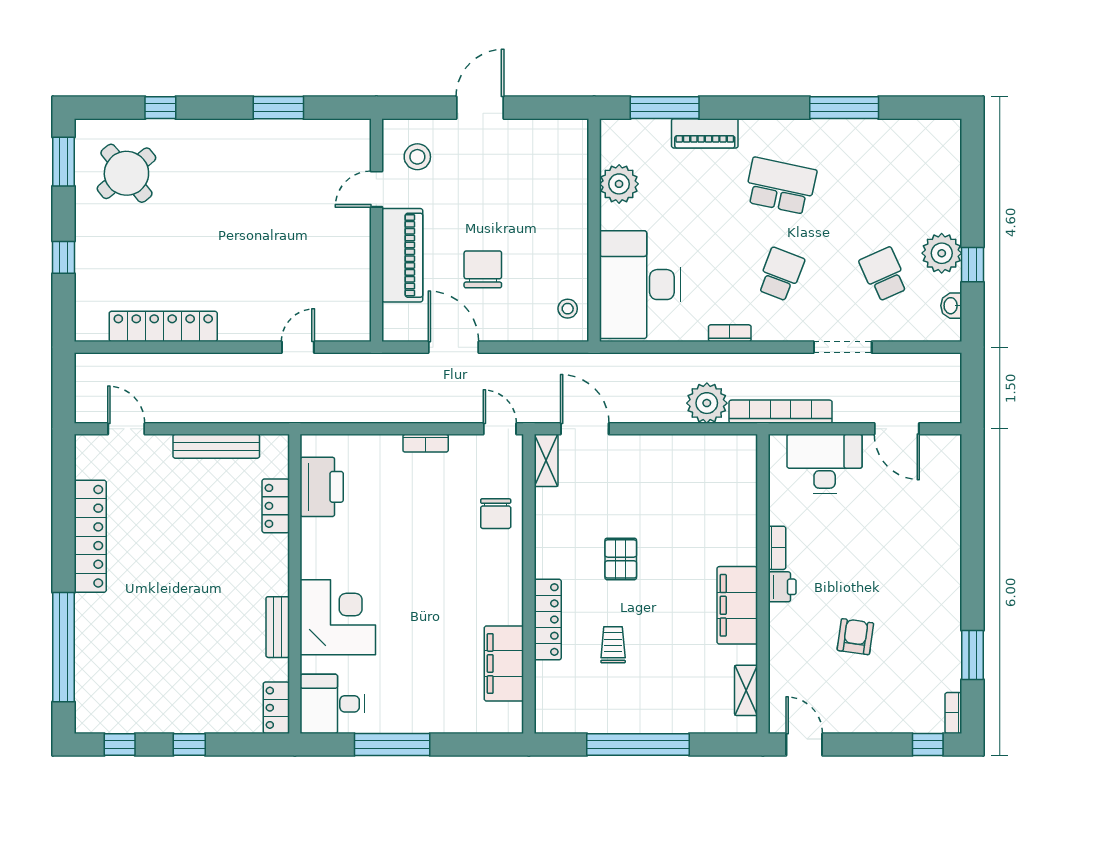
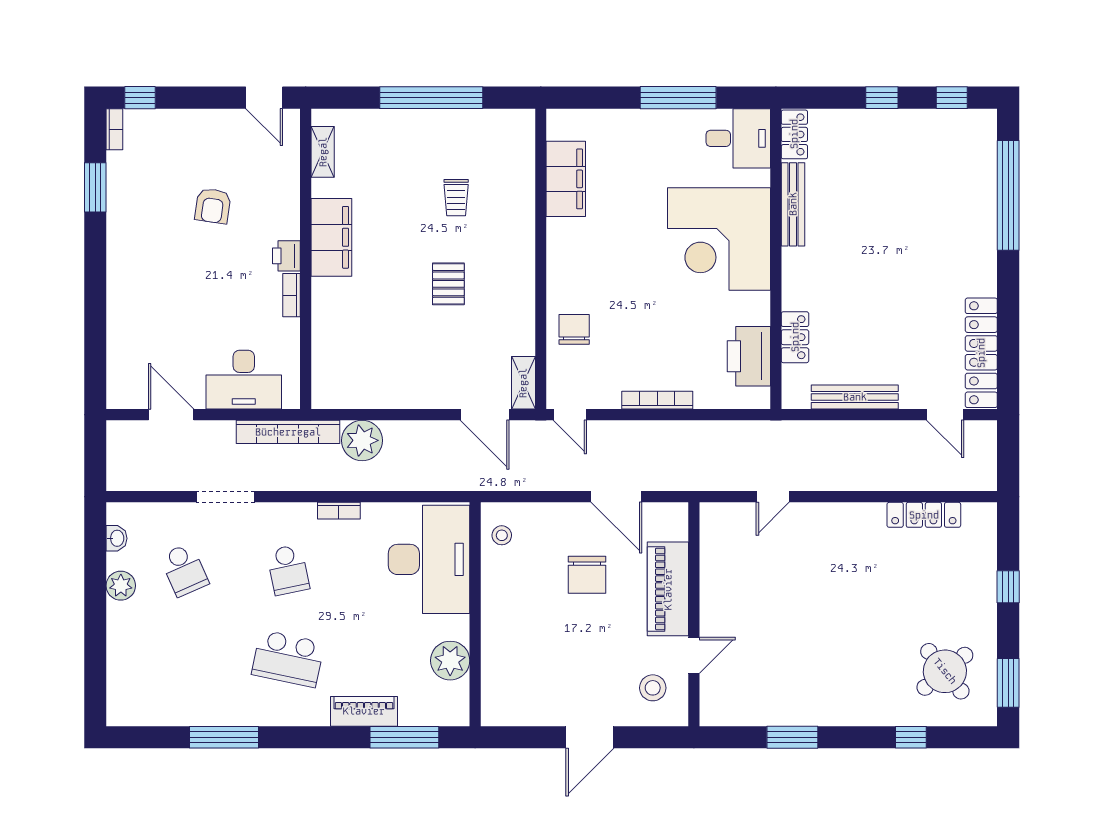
plant: (942, 253) -> (121, 586), width x0.73, depth x0.73
window: (972, 265) -> (95, 579), removed
school desk: (781, 274) -> (288, 570), turned -33
locker: (163, 326) -> (924, 515), width x0.71, depth x0.83
bookcase: (426, 443) -> (657, 400), width x1.56
locker: (90, 536) -> (981, 353), moved
corner desk: (338, 617) -> (719, 239), width x1.36, depth x1.36
locker: (548, 620) -> (522, 223), removed
bench: (278, 627) -> (793, 204), width x1.36

